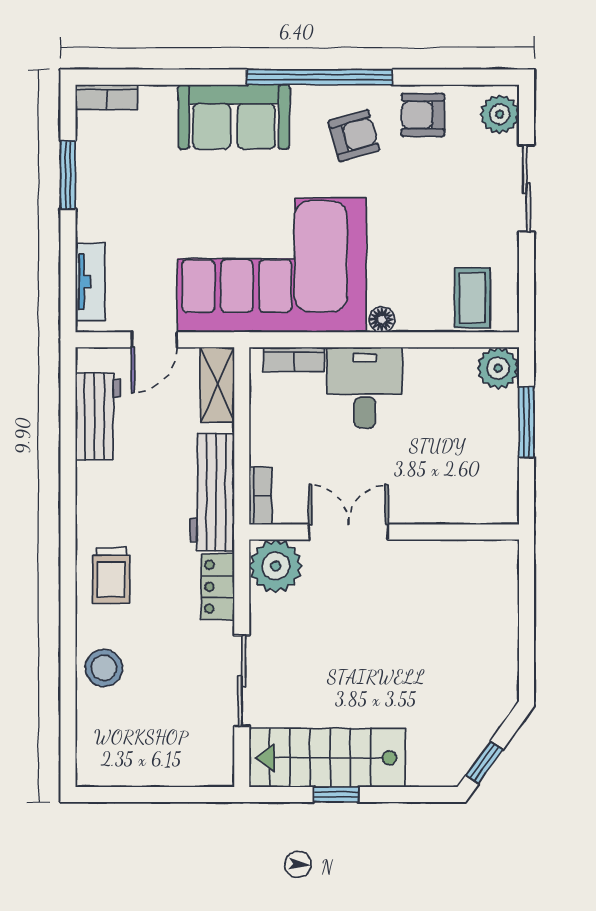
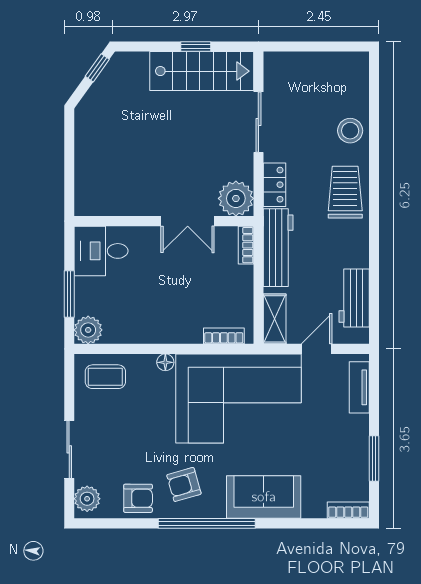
coffee table: (472, 298) -> (105, 377), turned 90
desk: (365, 388) -> (101, 251), moved, turned 90
trolley: (111, 576) -> (345, 192), width x1.36, depth x1.39

